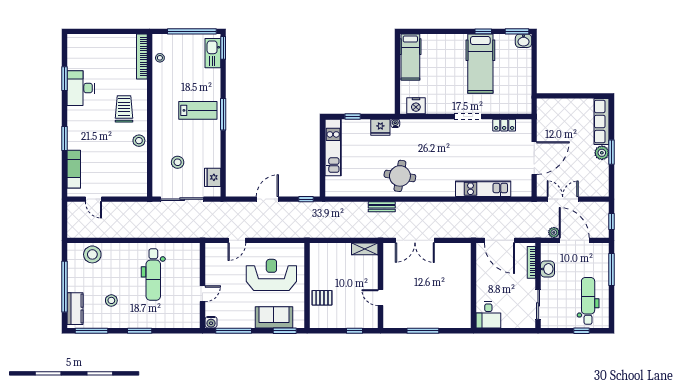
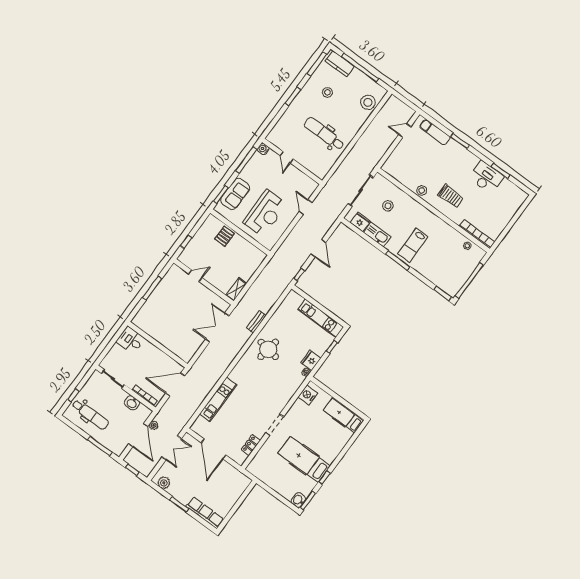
kitchen sink: (213, 53) -> (377, 235), moved
plant: (602, 153) -> (164, 483), moved
door: (574, 240) -> (138, 435), hinge flipped

